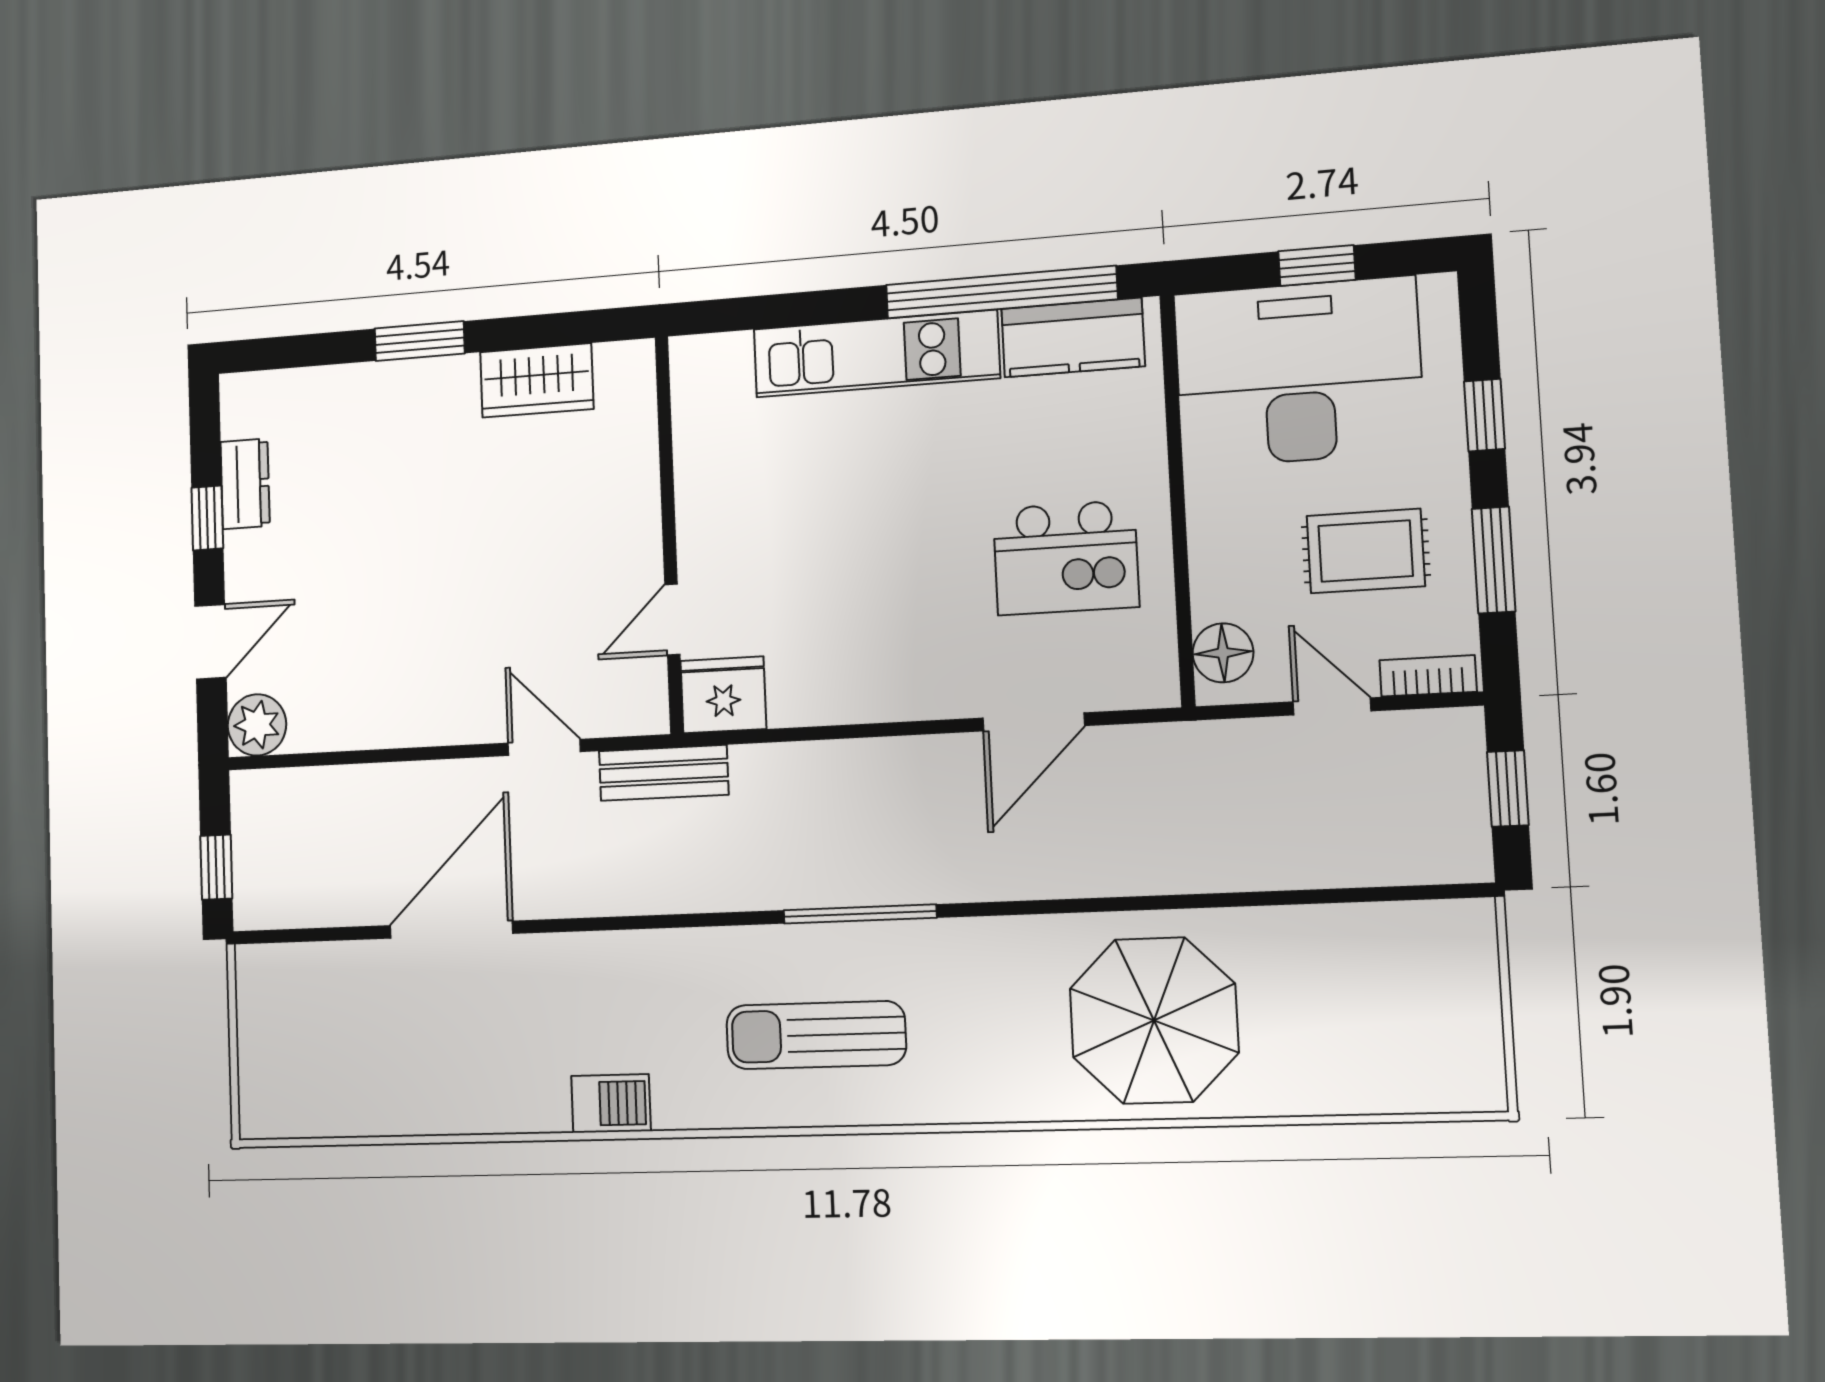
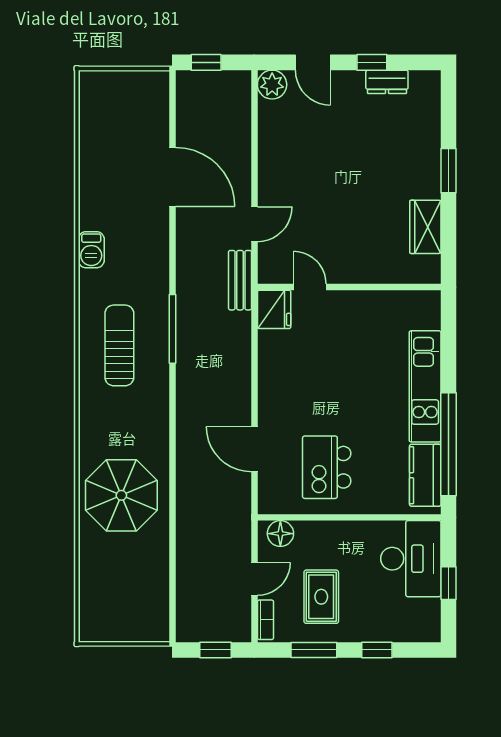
desk: (1298, 372) -> (411, 559), width x0.73, depth x0.77
window: (860, 914) -> (173, 329), moved

